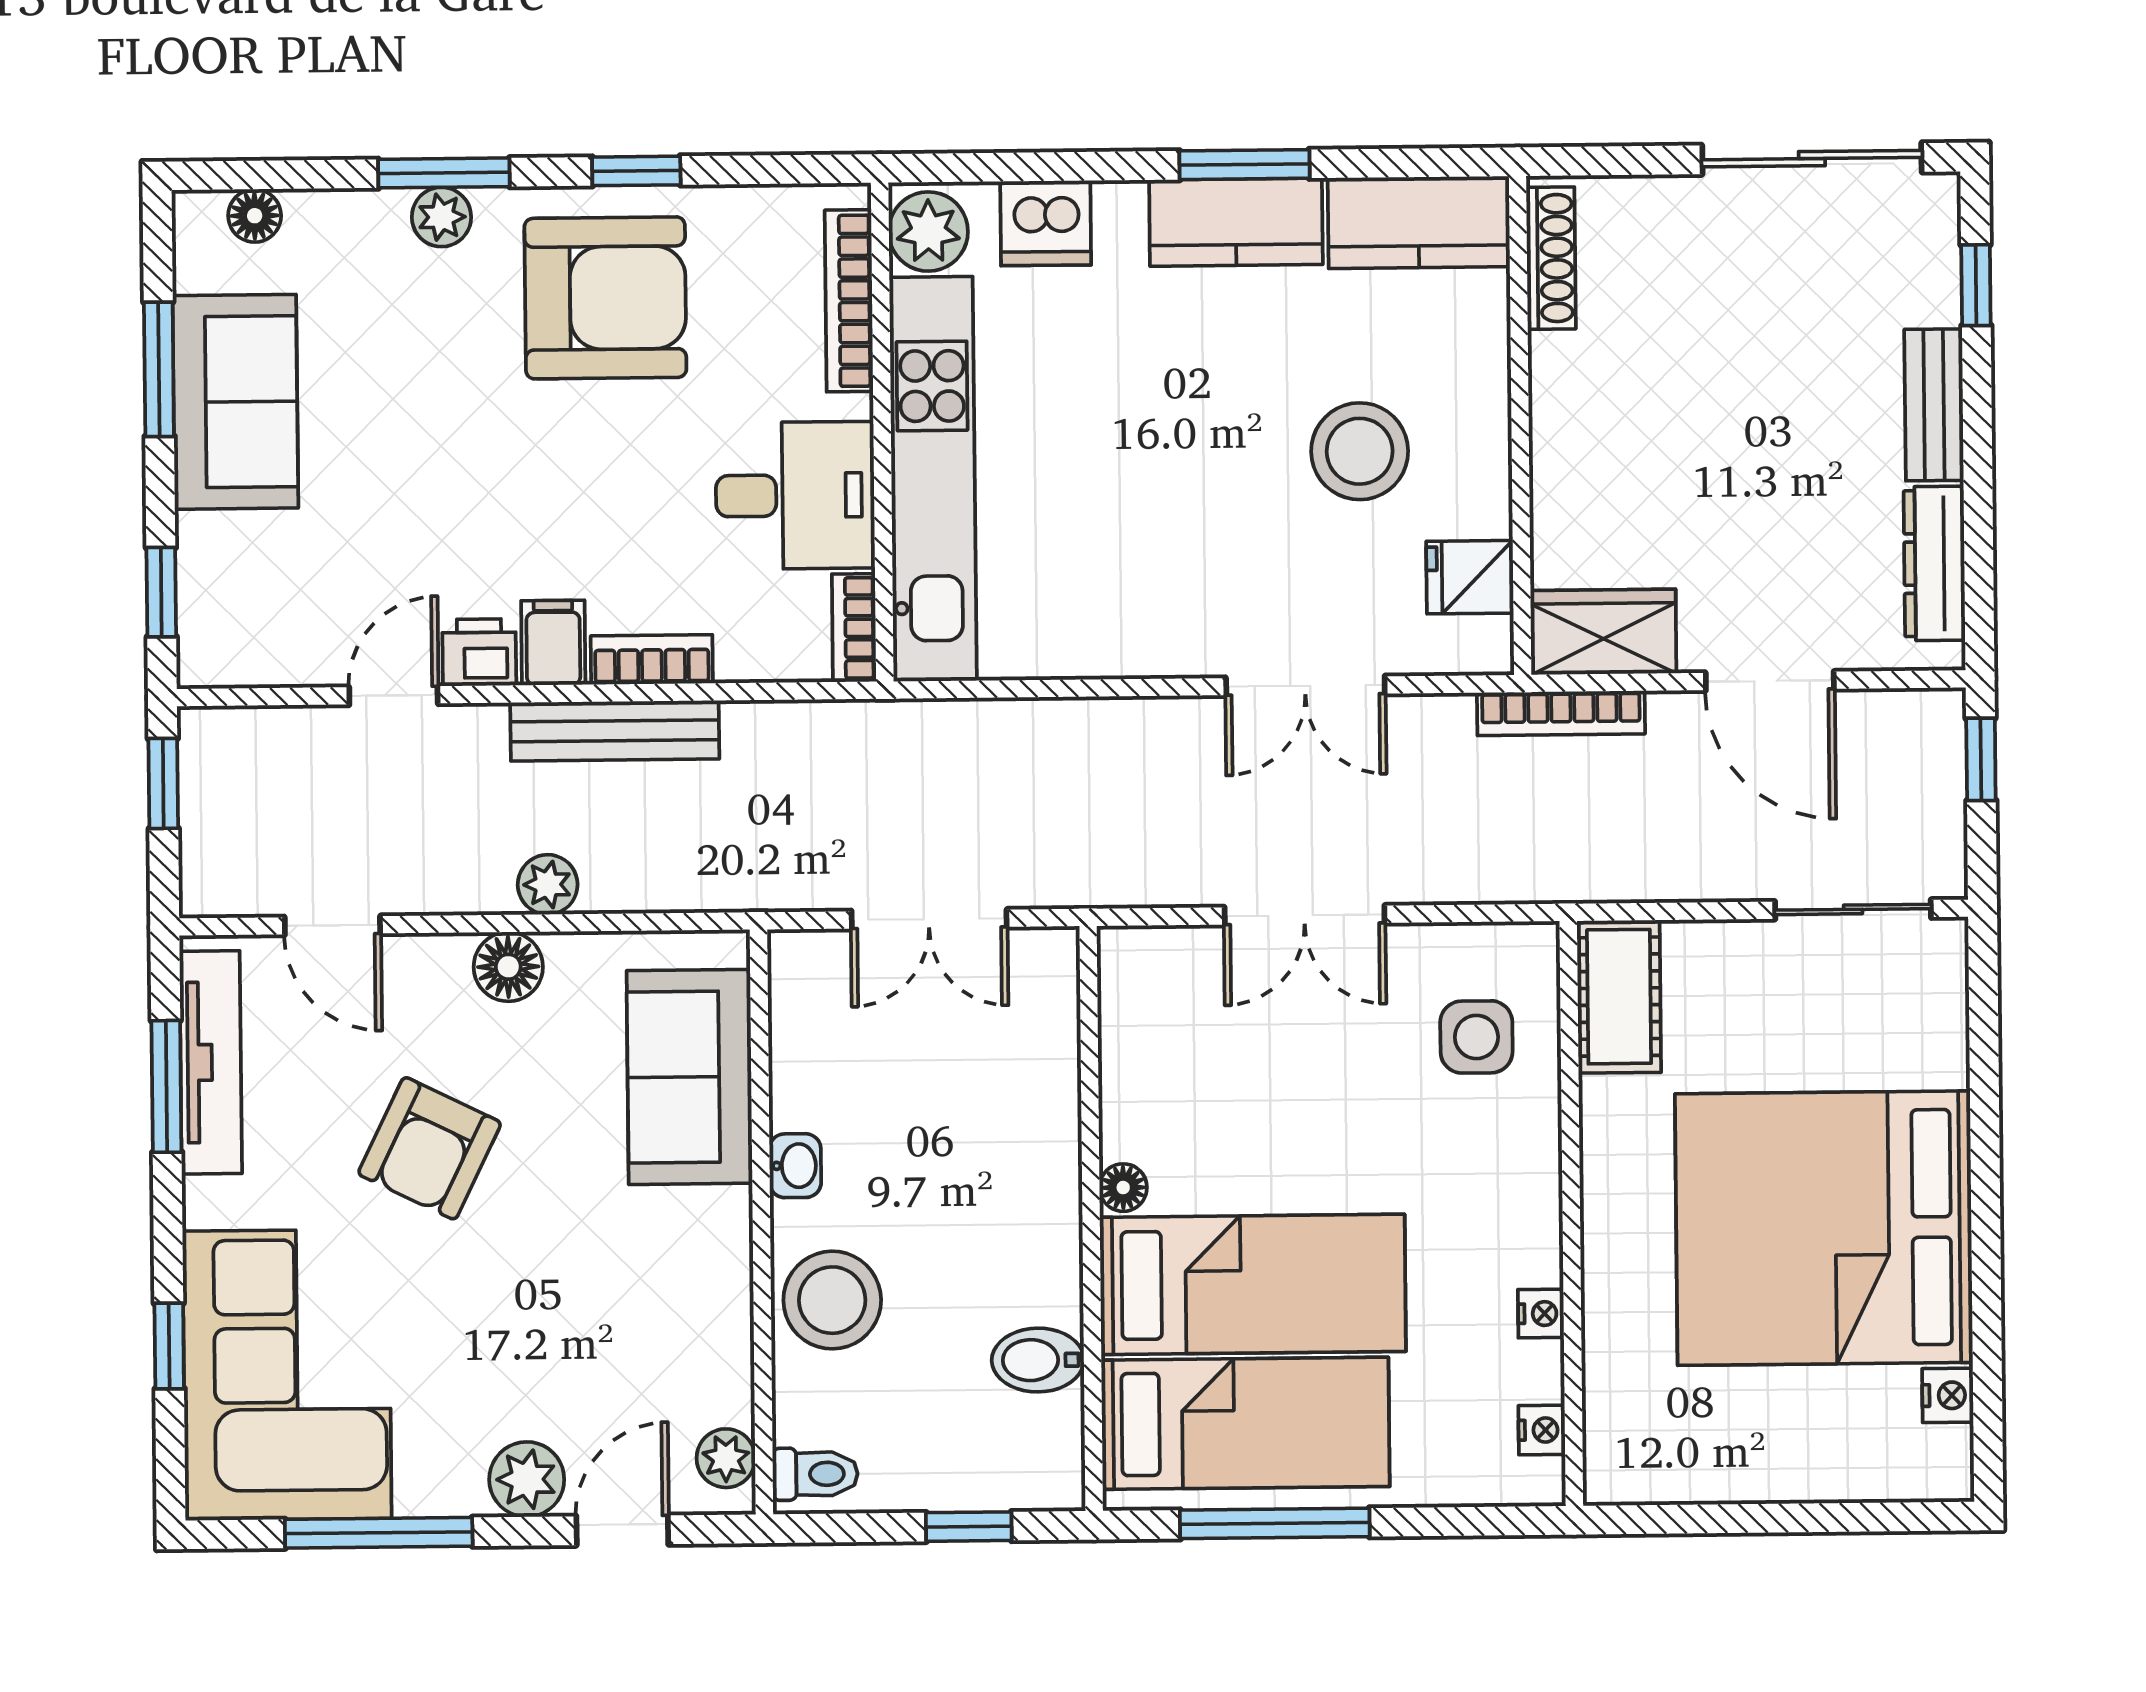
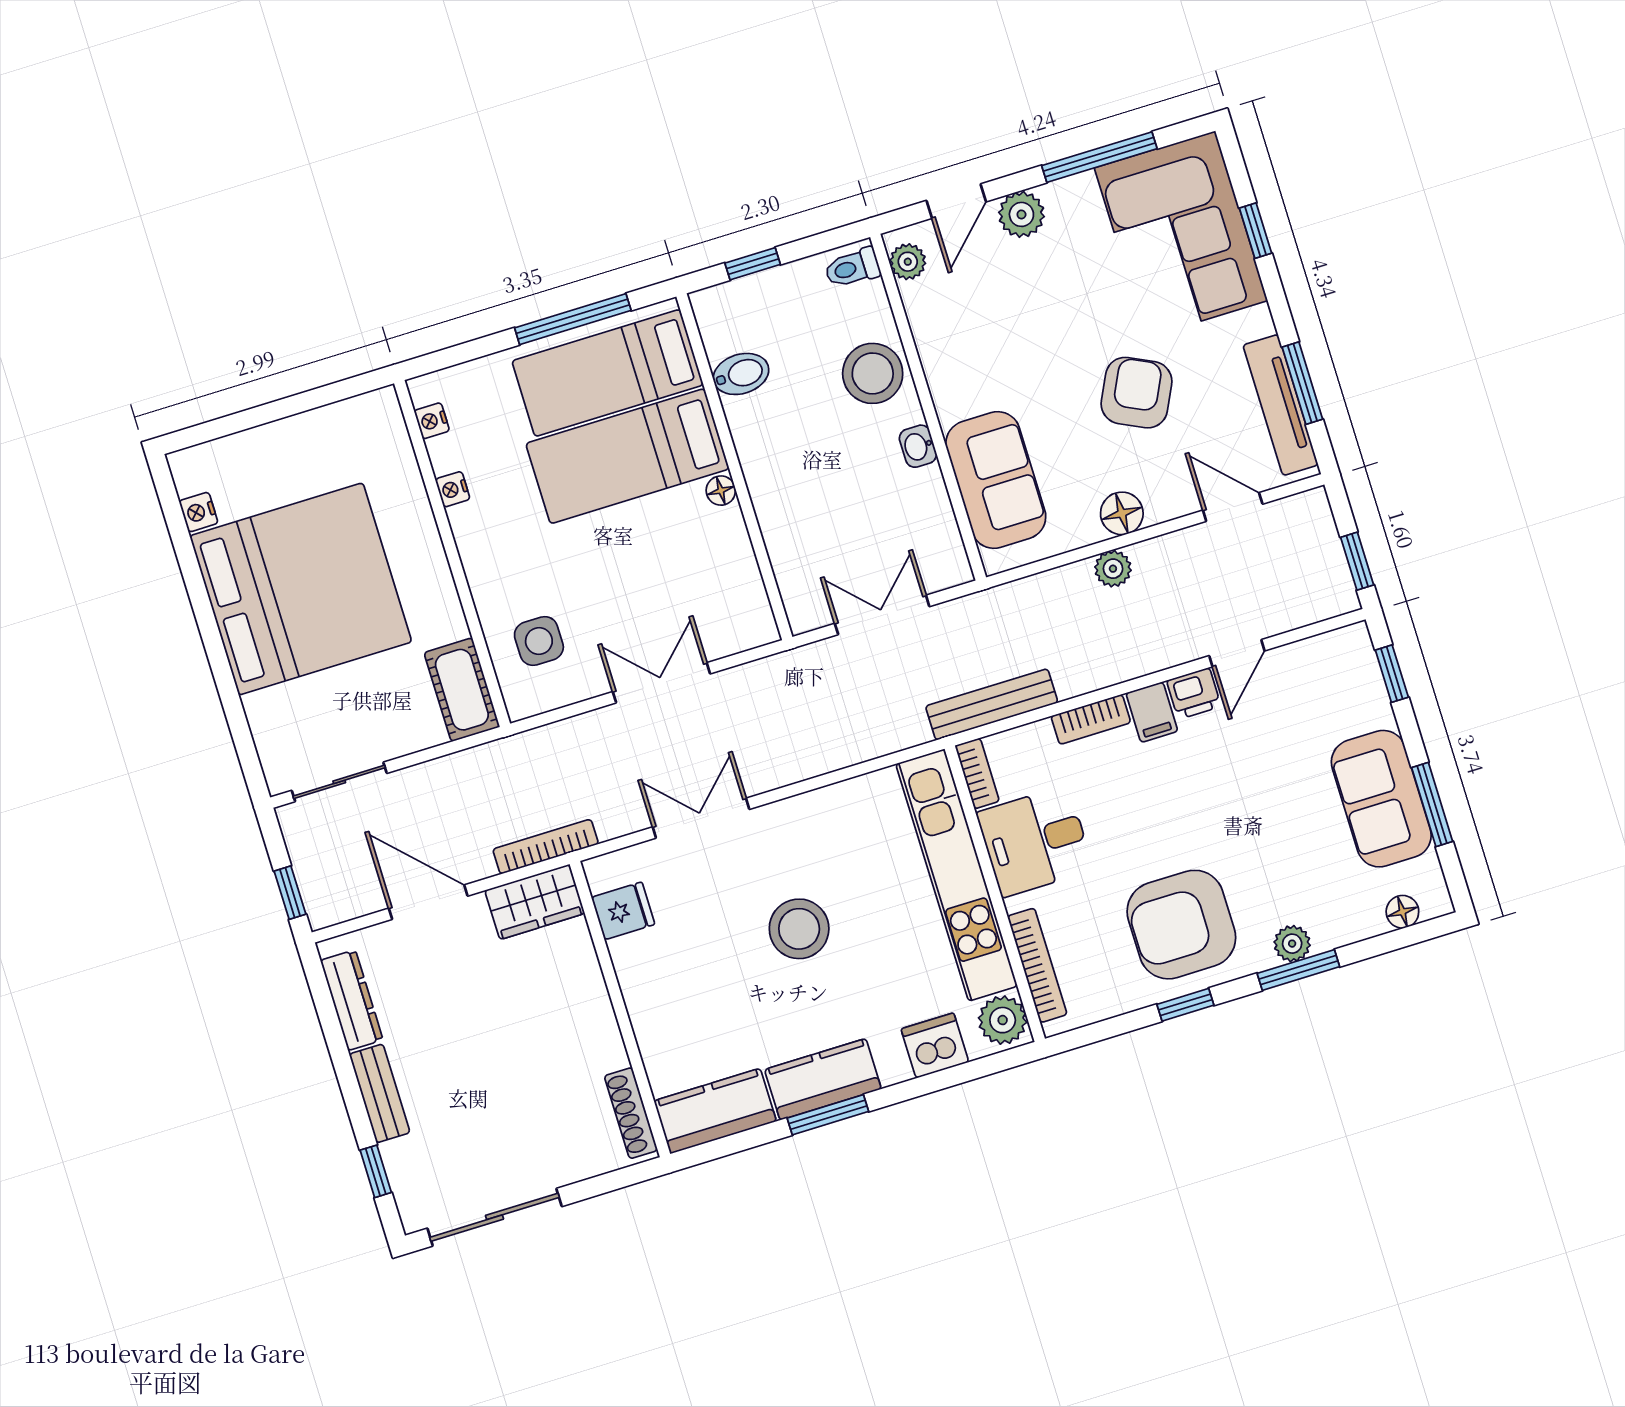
stool: (1360, 451) -> (799, 929), moved
bench: (615, 731) -> (992, 704), moved

